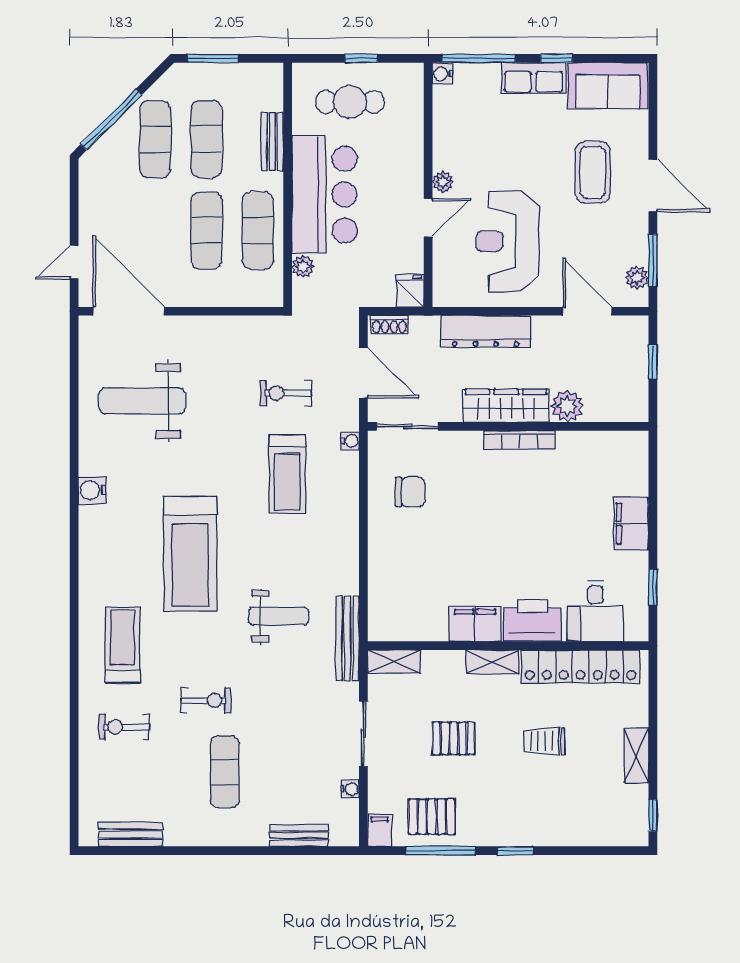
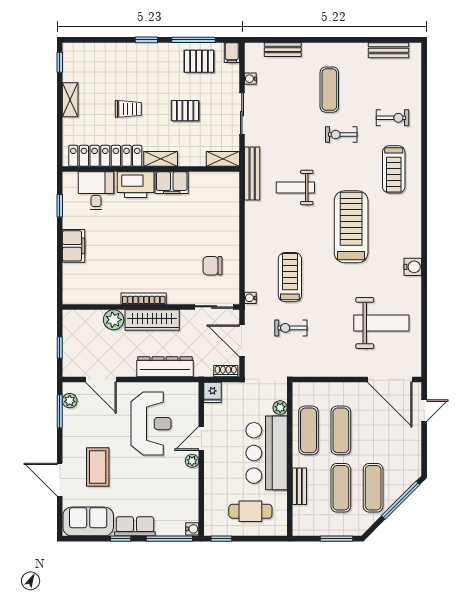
window: (361, 58) -> (221, 539), moved
door: (653, 185) -> (60, 480), moved
exercise bike: (286, 393) -> (291, 328), turned 180

